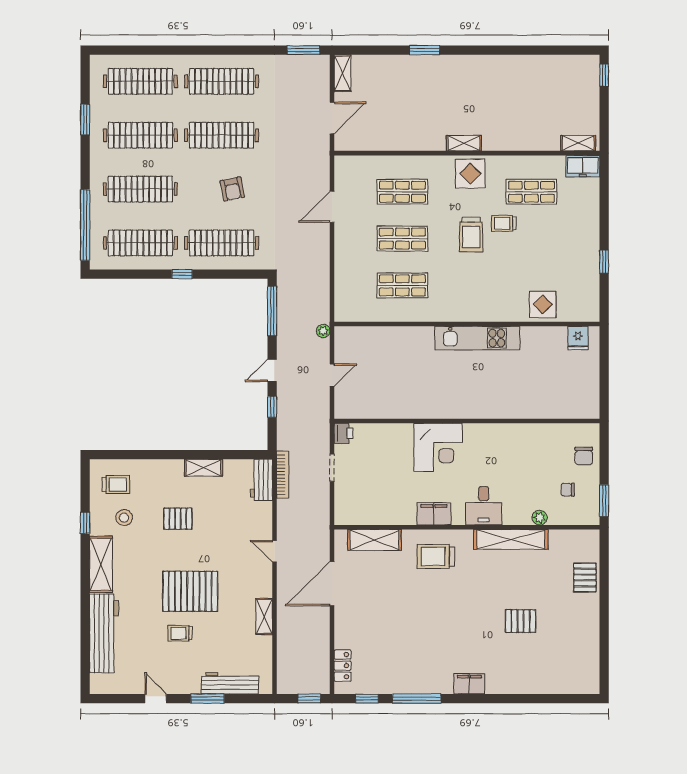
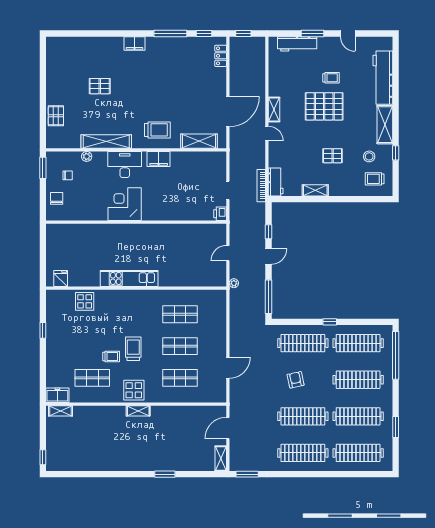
corner desk: (438, 447) -> (125, 204), moved
desk: (484, 506) -> (125, 165), width x1.37
shelving: (264, 616) -> (274, 110), moved

